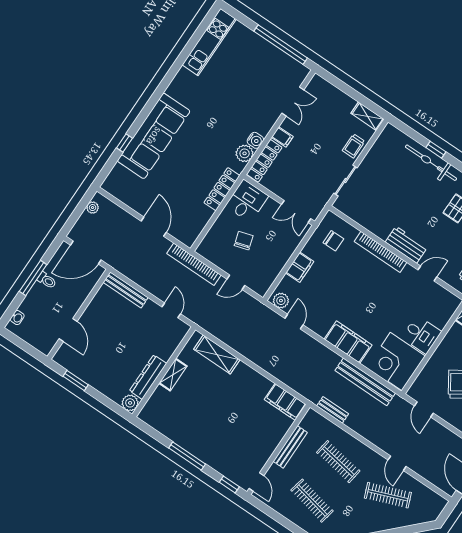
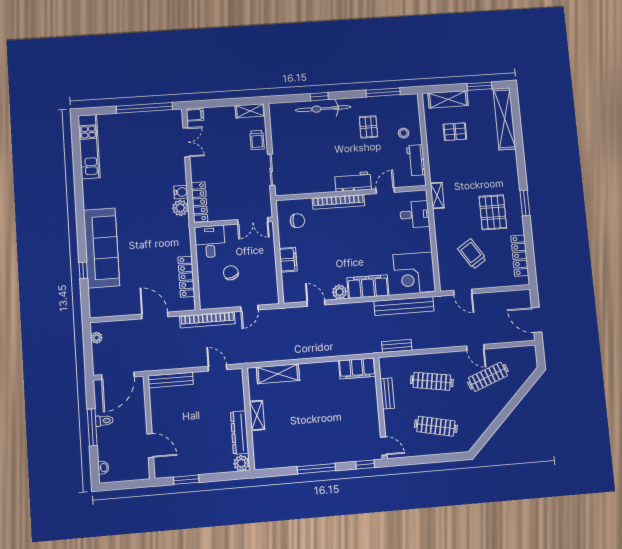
filing cabinet: (282, 137) -> (195, 115), moved
locker: (222, 189) -> (186, 277), moved
plant: (281, 301) -> (340, 292), moved
desk: (421, 335) -> (415, 215), moved
bench: (290, 447) -> (387, 393), width x0.73

